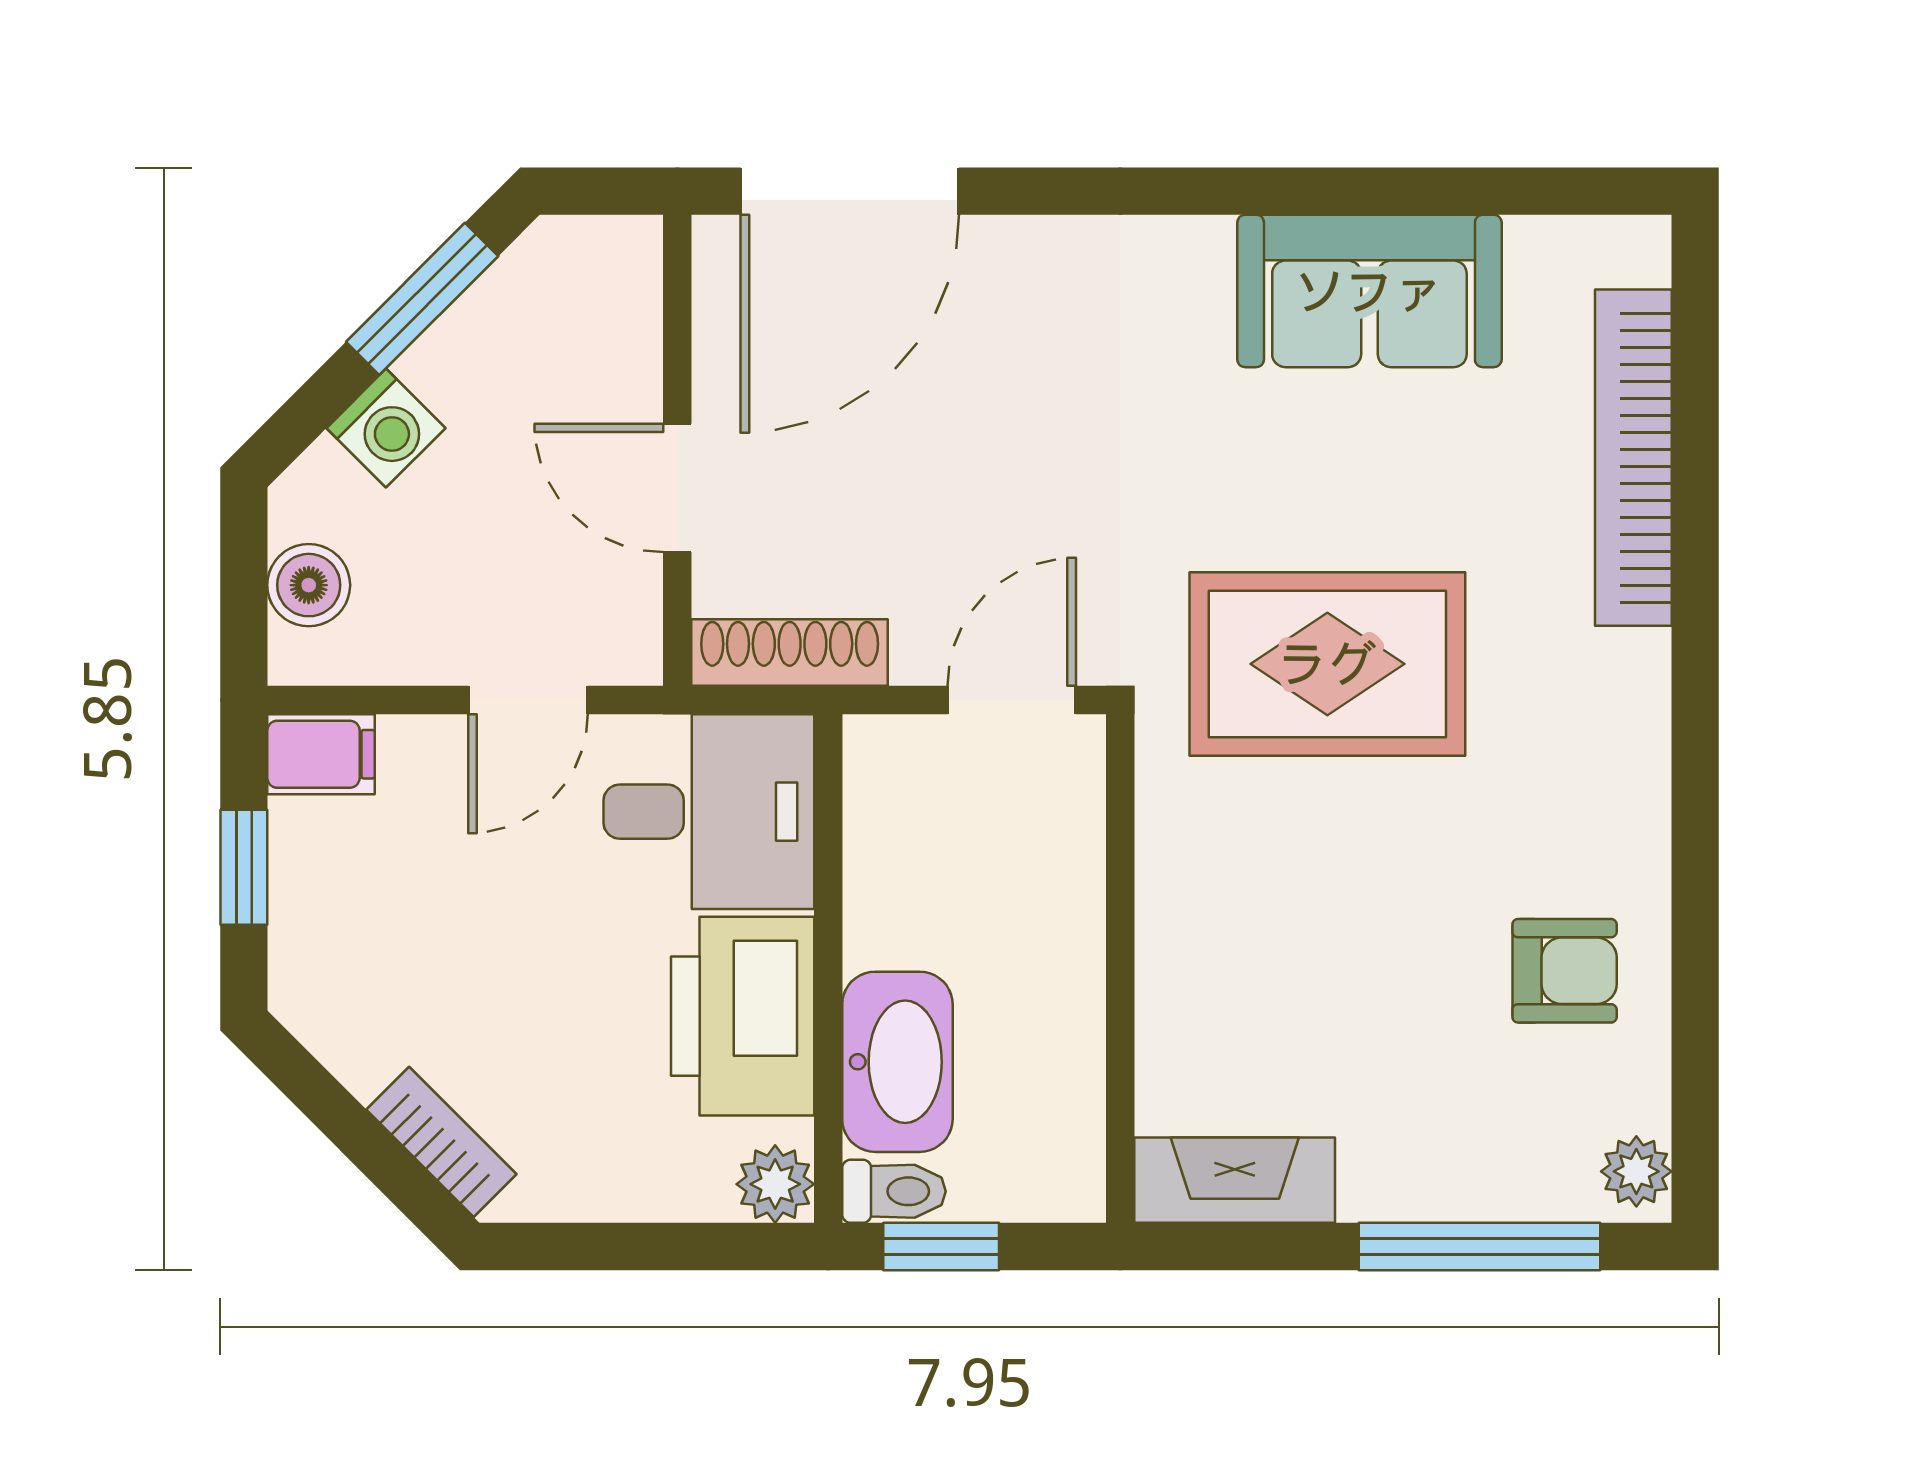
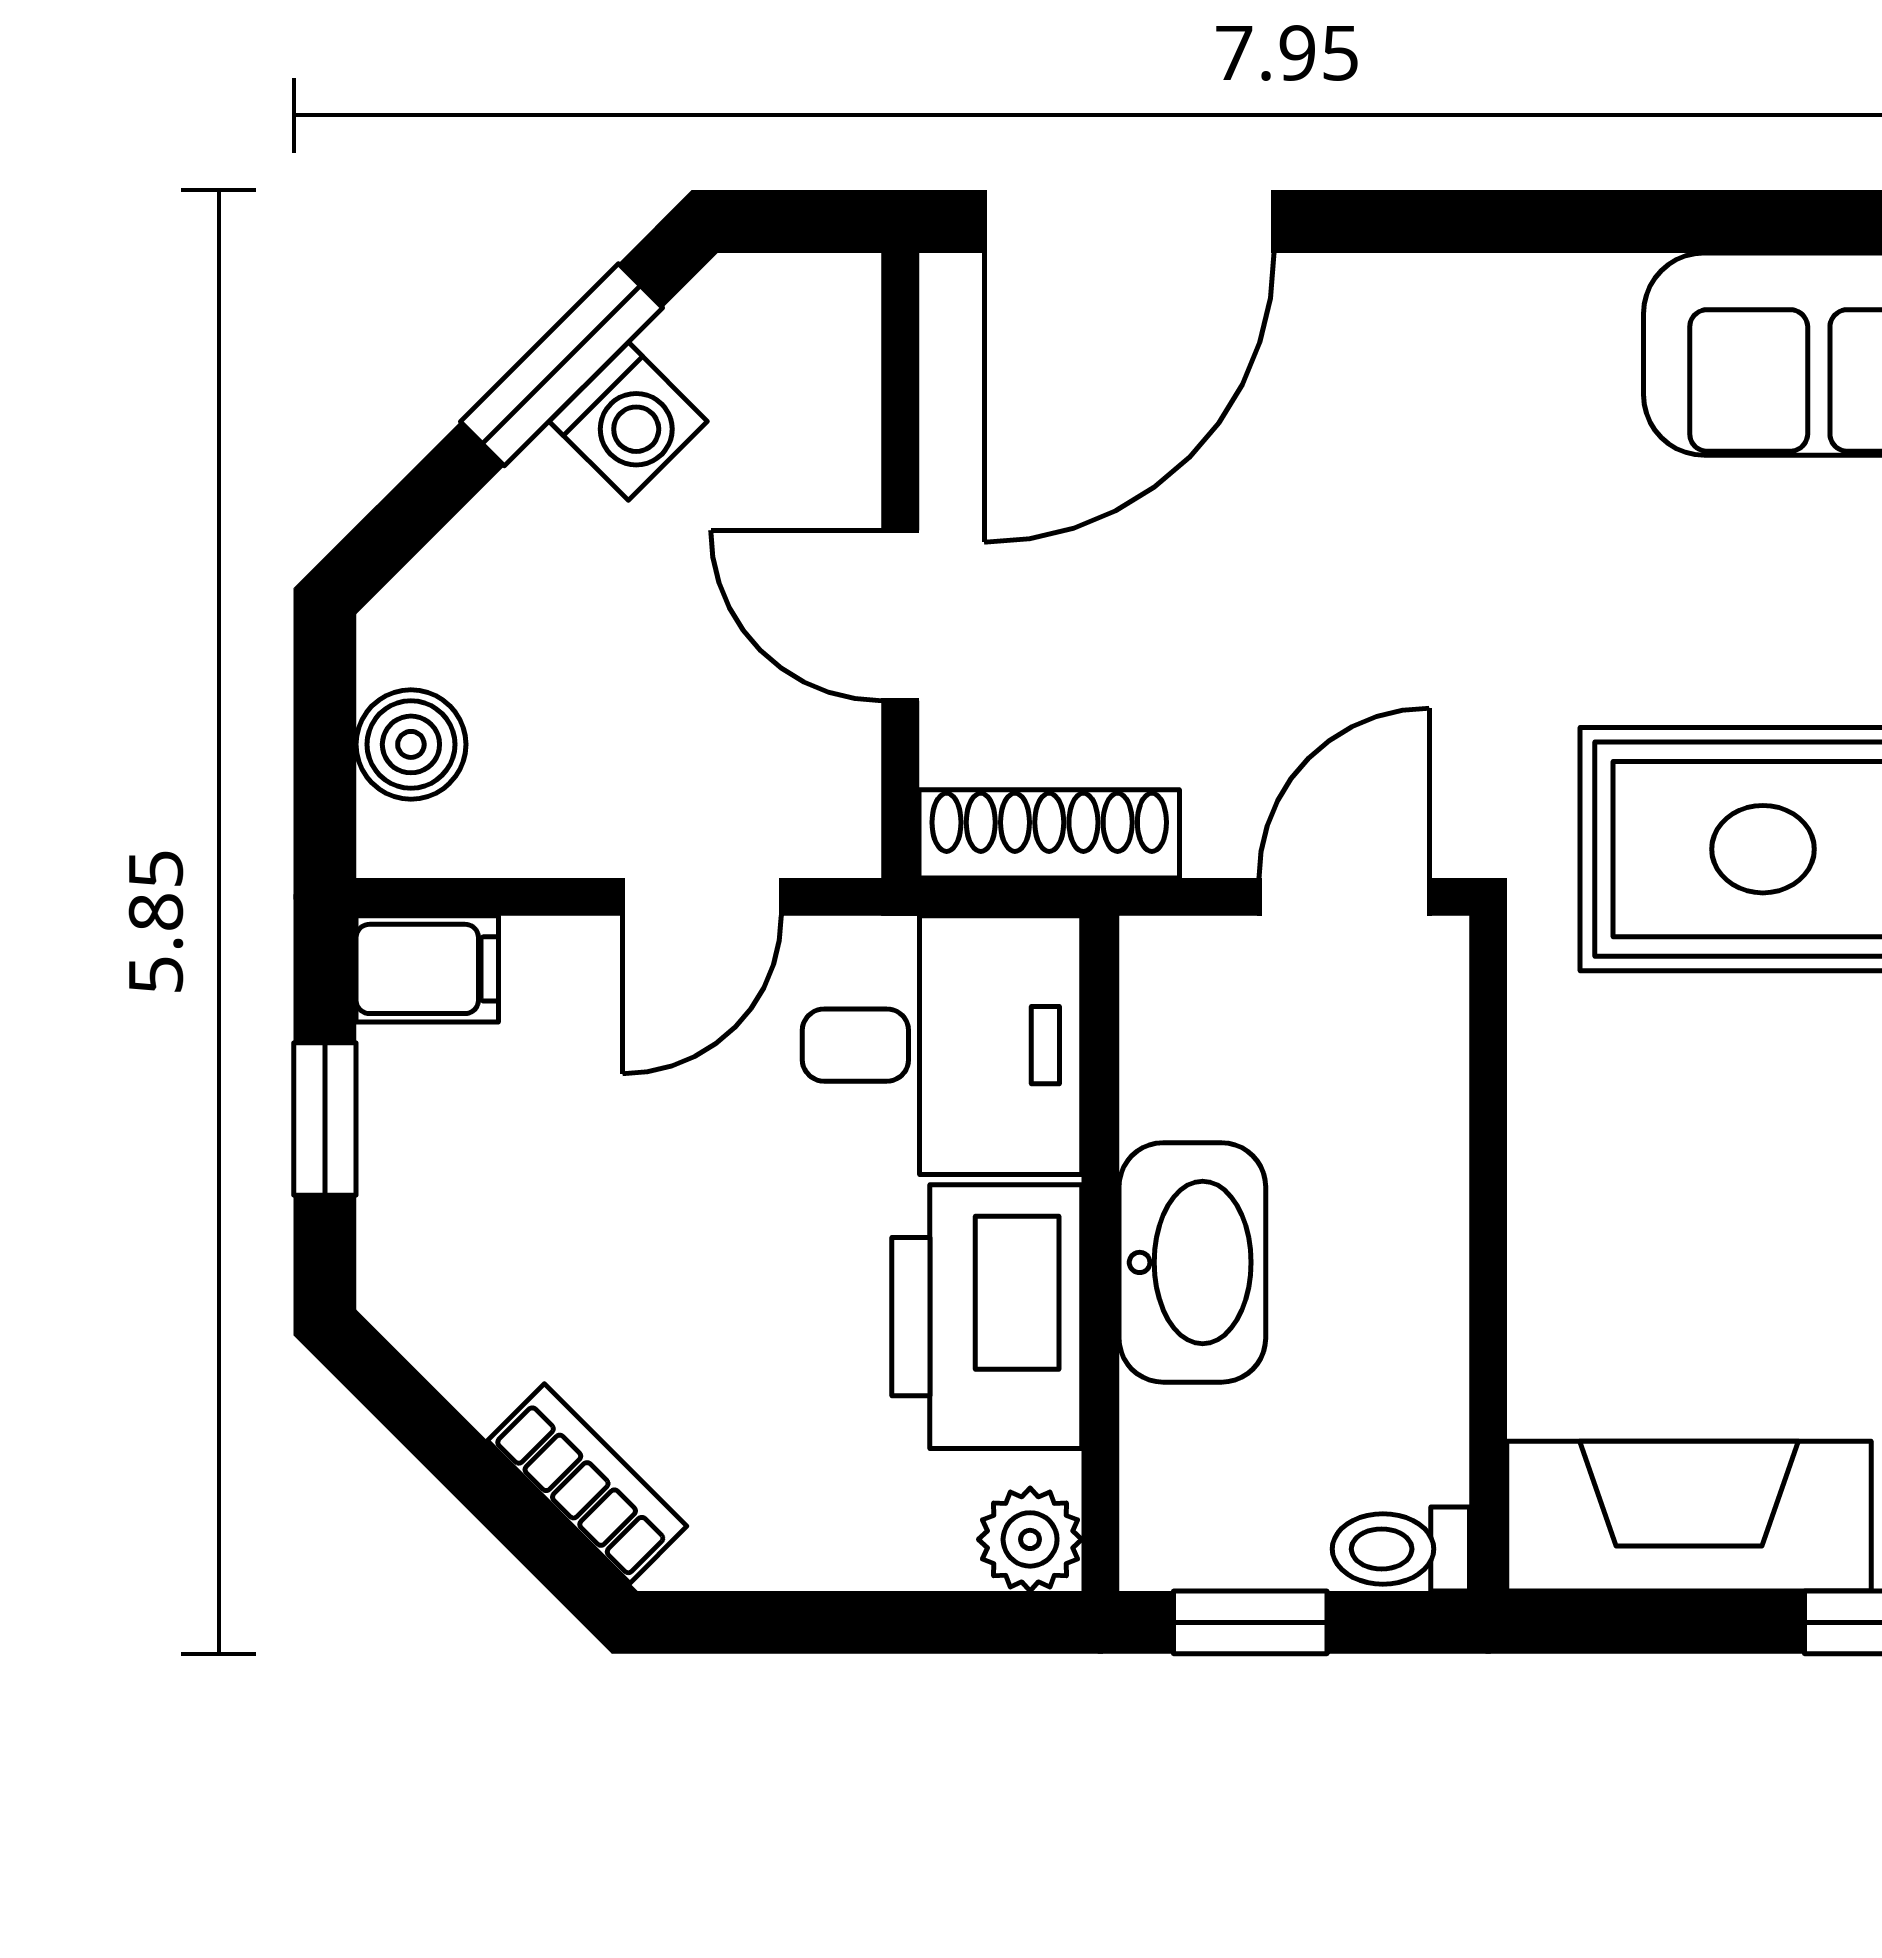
washing machine: (386, 428) -> (628, 421), moved
washbasin: (897, 1062) -> (1192, 1262), moved
fireplace: (1235, 1180) -> (1689, 1516), width x1.37, depth x1.32
toilet: (894, 1191) -> (1401, 1549), moved, turned 180

